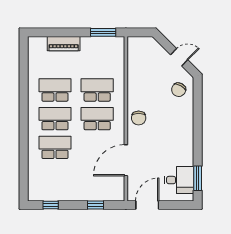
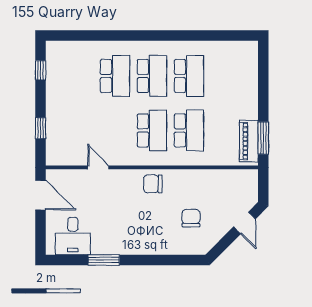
piano: (64, 44) -> (249, 141), moved
door: (179, 57) -> (244, 223), moved
chair: (179, 90) -> (191, 218), moved, turned 61
door: (126, 160) -> (98, 167), width x0.53
window: (198, 178) -> (104, 260), moved

